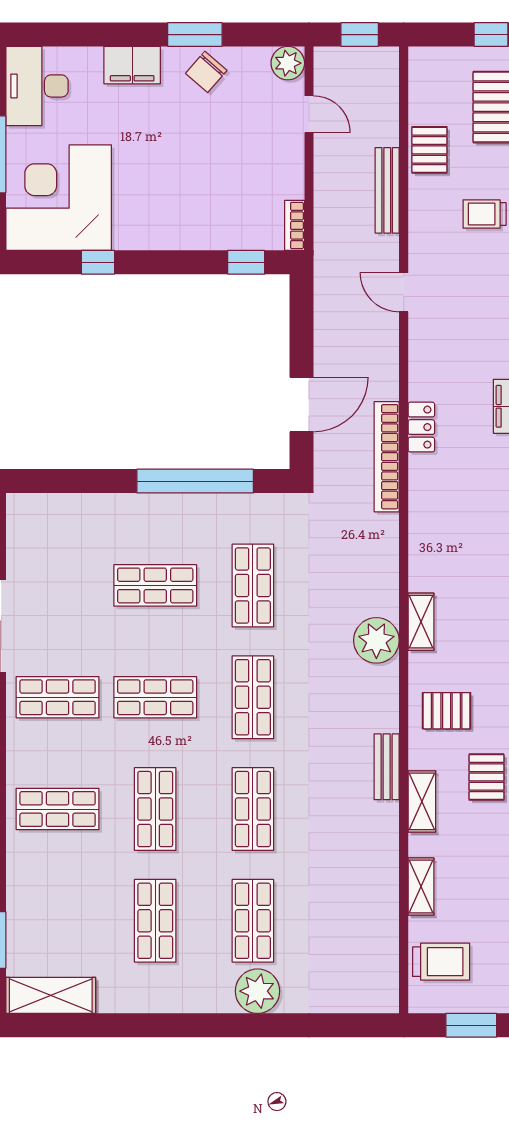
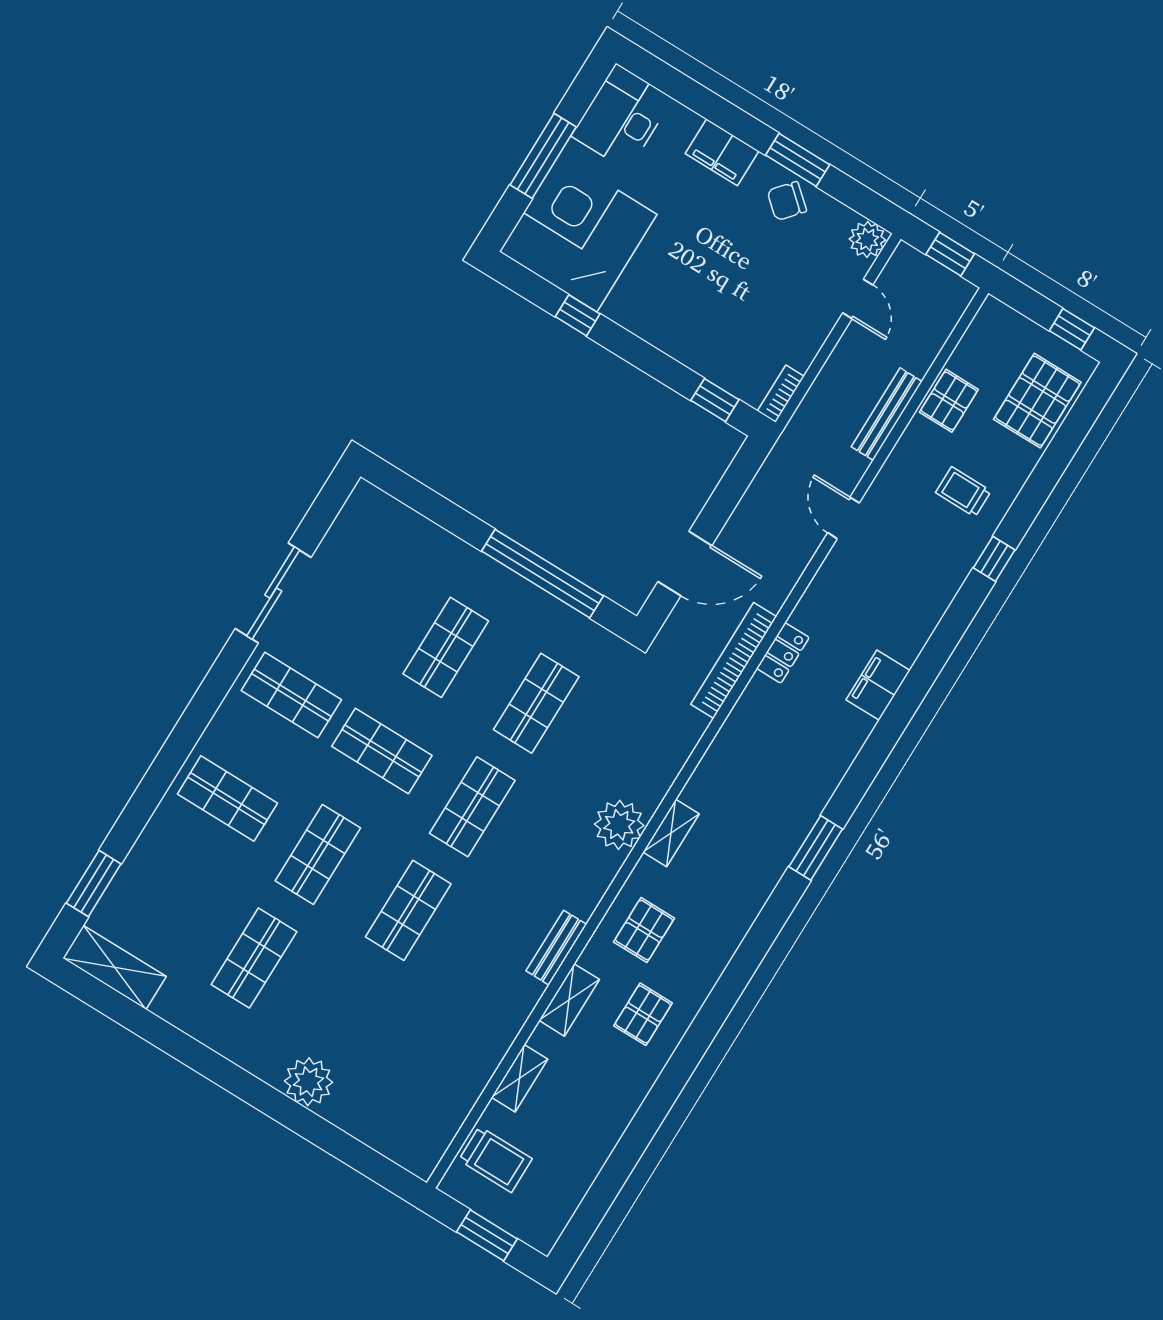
shop shelf: (155, 585) -> (446, 647), turned 90
pallet: (447, 711) -> (644, 930), turned 90
shop shelf: (253, 921) -> (344, 1014), removed

